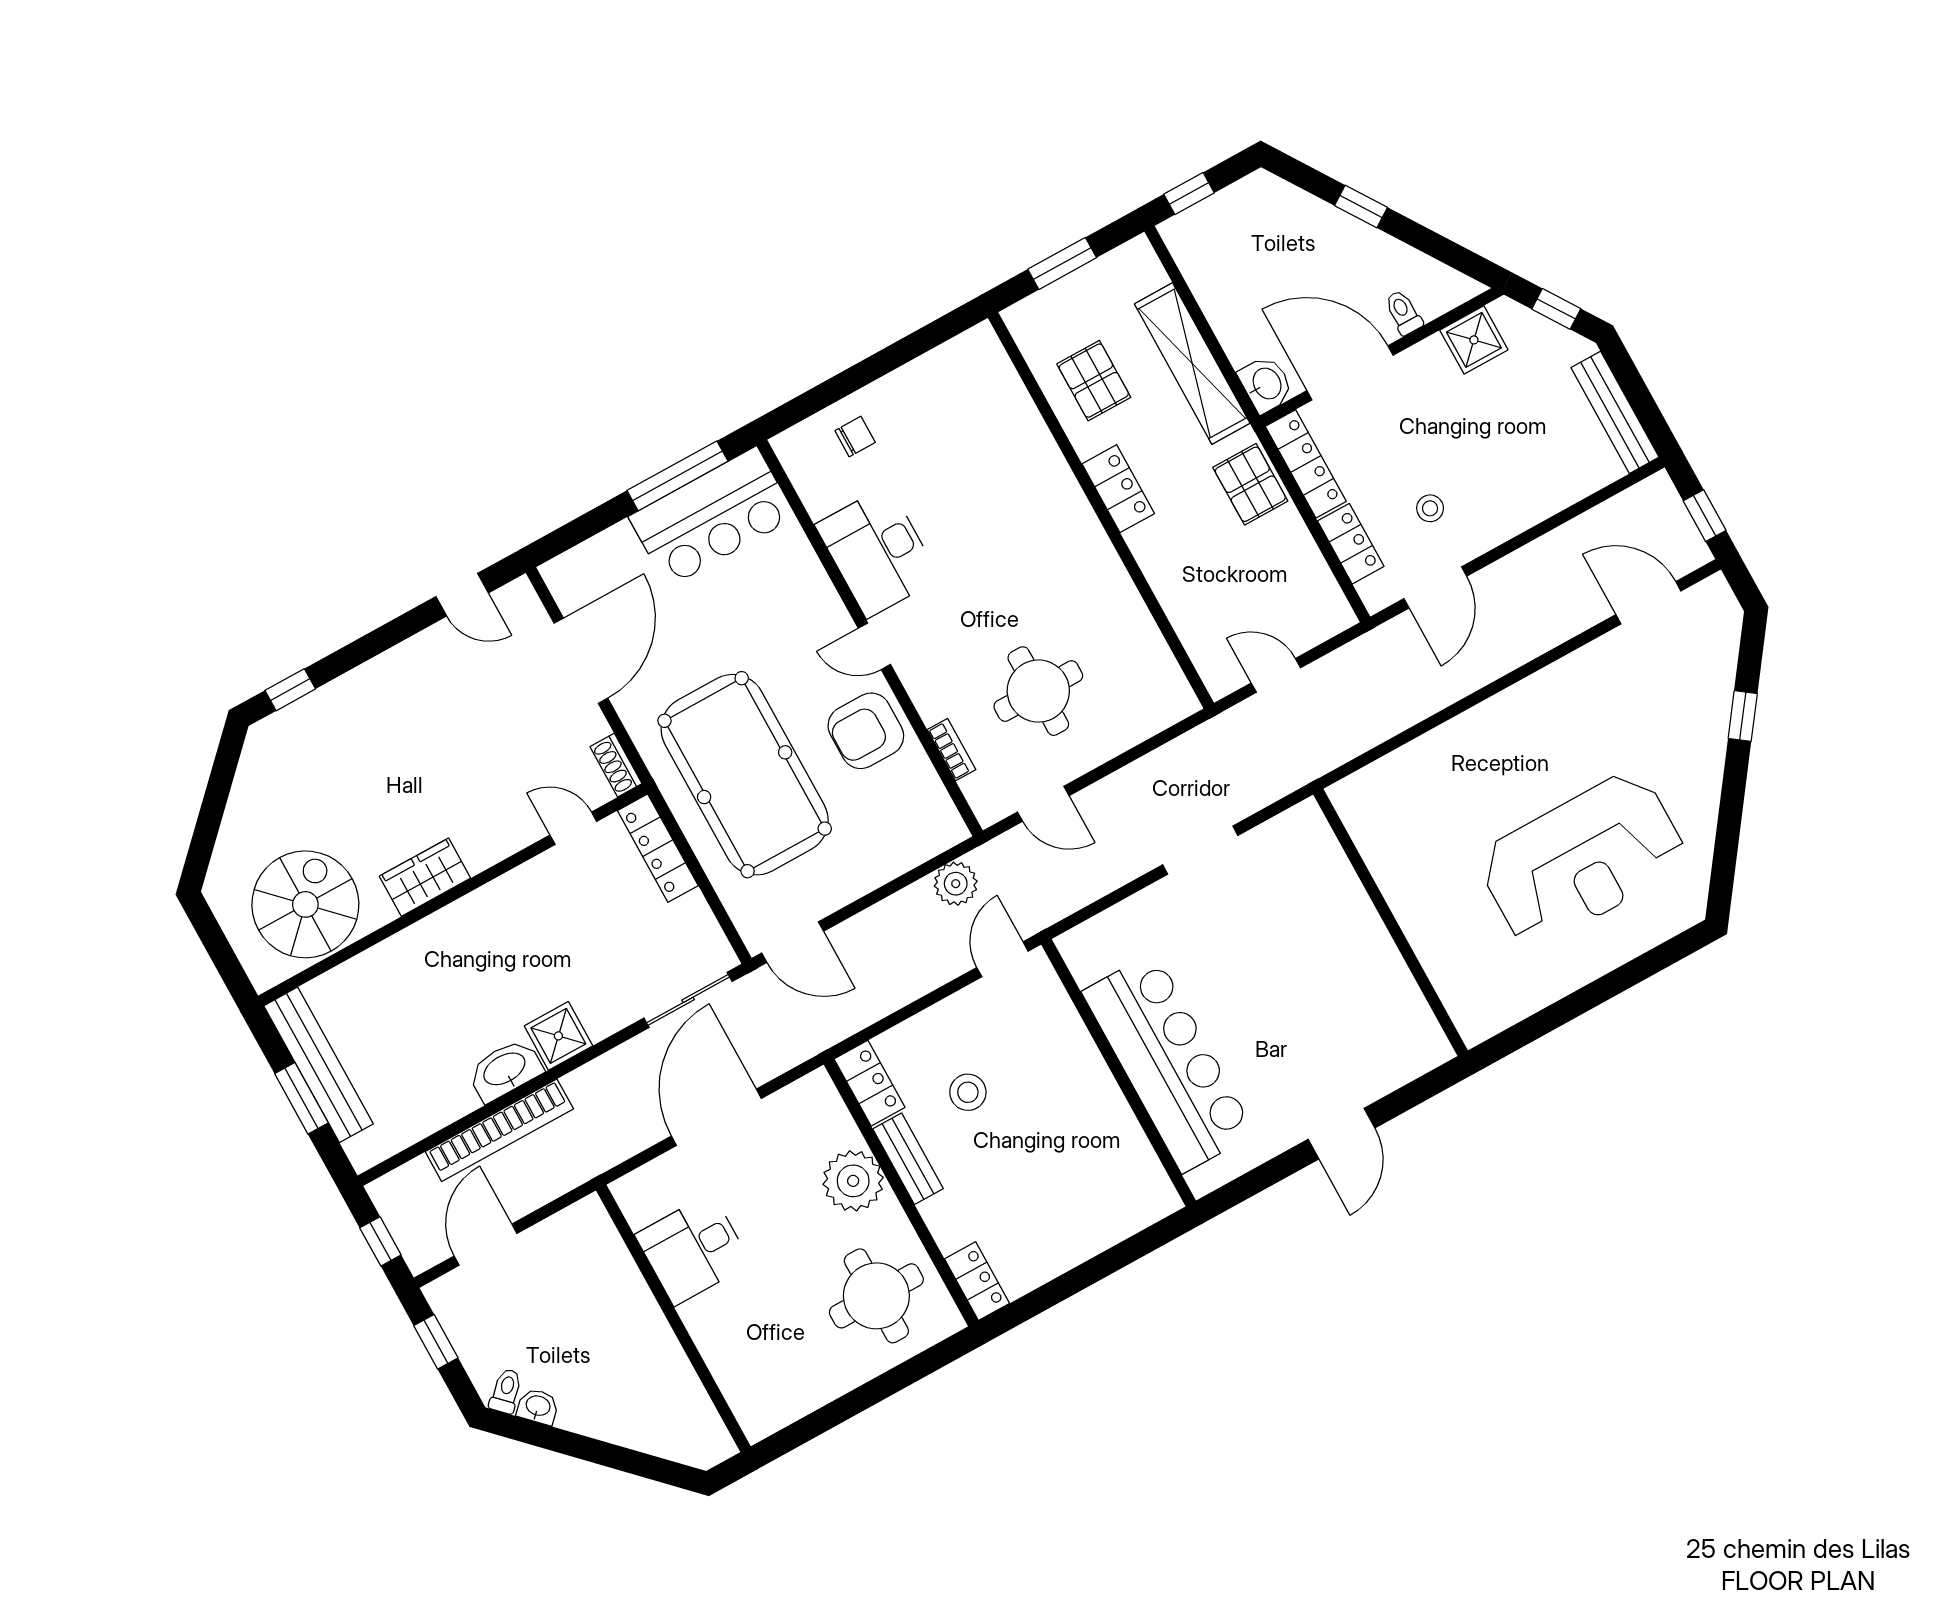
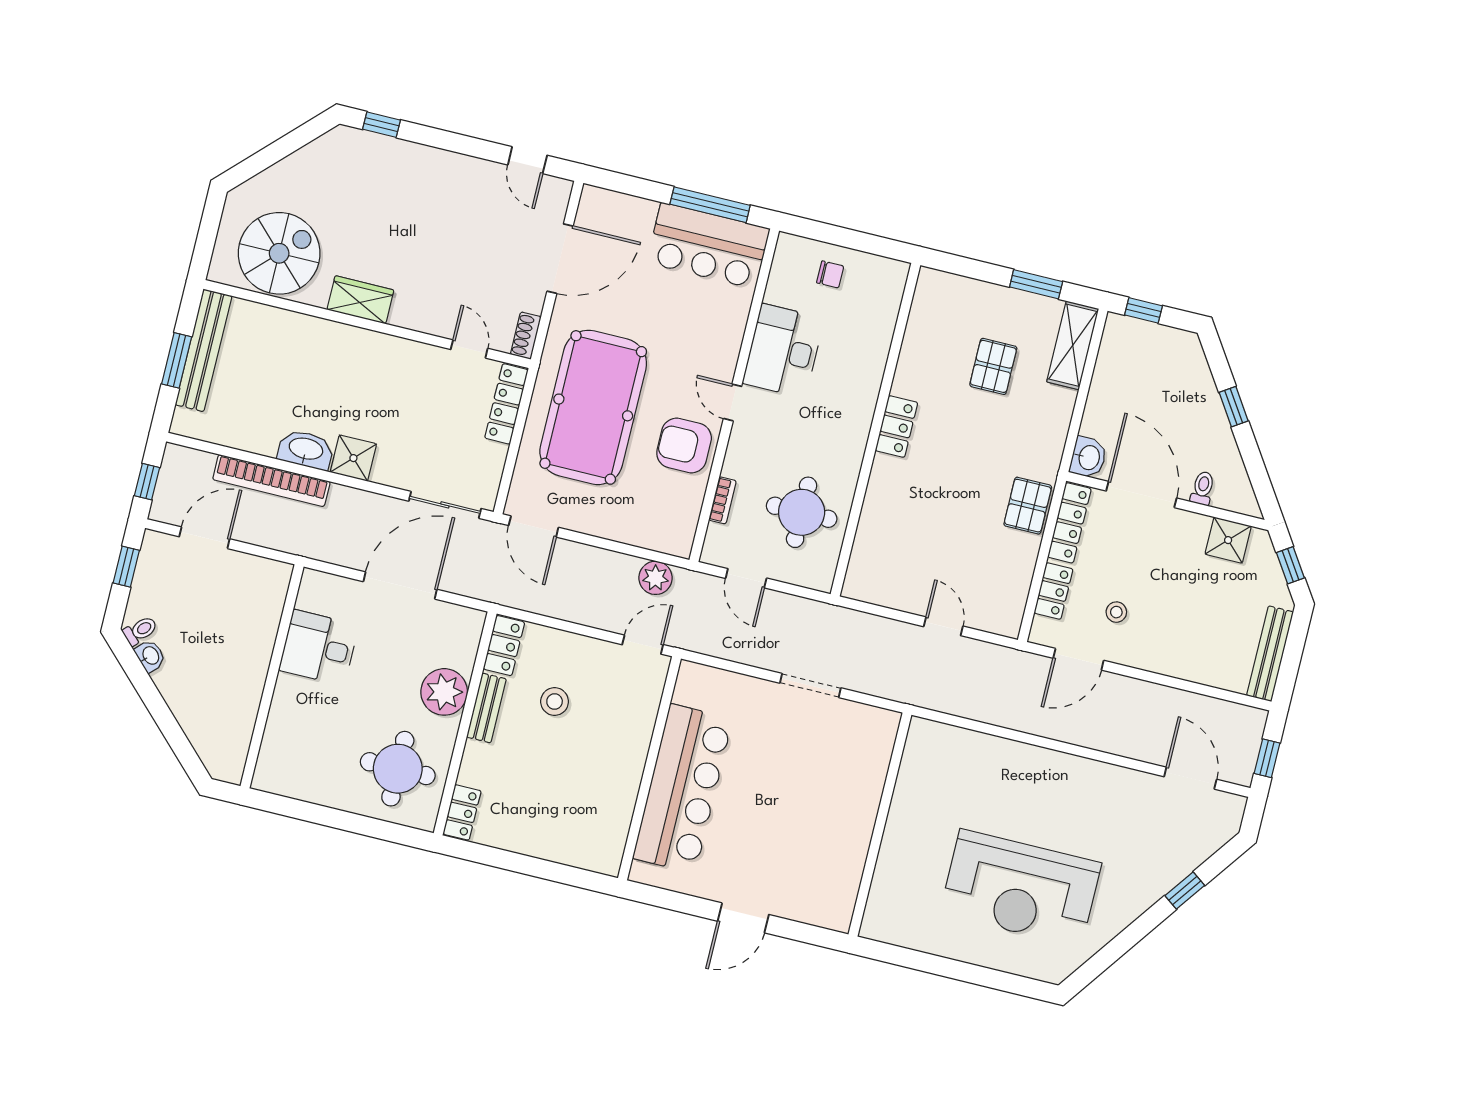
shelving: (1192, 364) -> (1073, 345), moved, width x0.68
locker: (1118, 489) -> (896, 426), moved
wall: (1101, 510) -> (875, 430), moved

